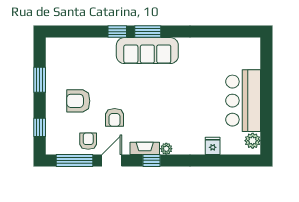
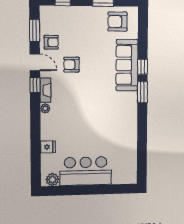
sofa: (147, 51) -> (127, 65), moved
armchair: (78, 101) -> (117, 22), moved, turned -90
window: (74, 160) -> (35, 30), width x0.69
window: (152, 160) -> (35, 85), moved

